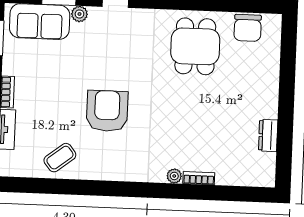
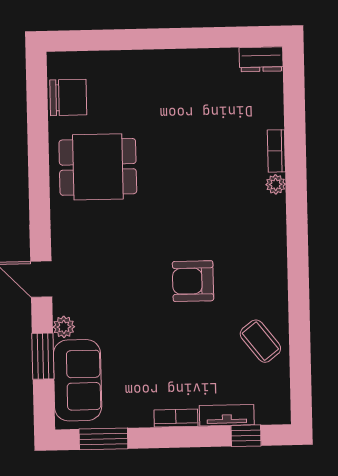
armchair: (107, 111) -> (193, 281), width x0.73, depth x0.73
dresser: (268, 135) -> (261, 59), moved

